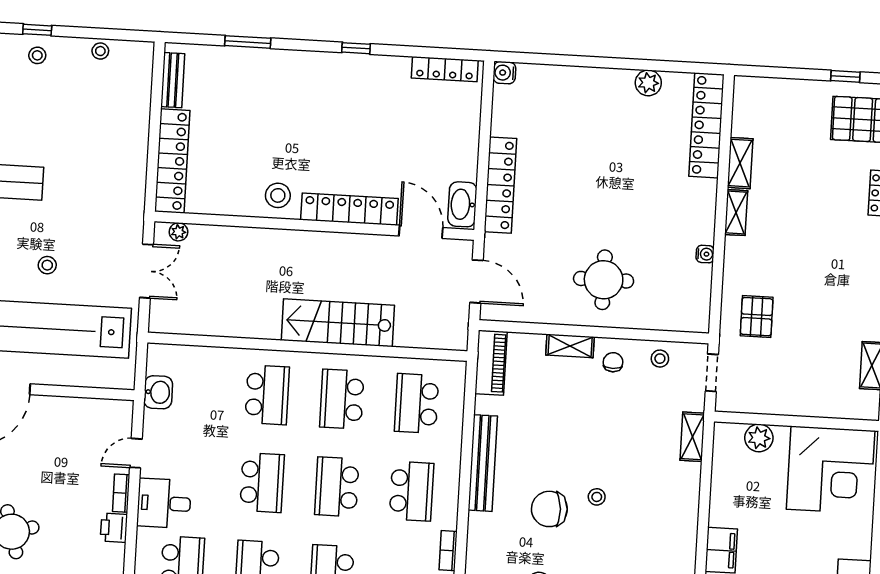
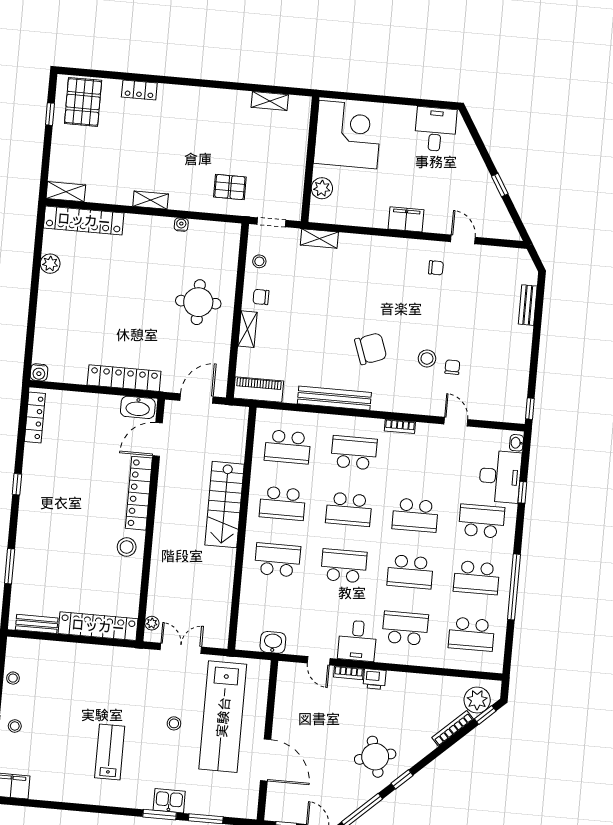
shelving: (740, 163) -> (66, 192), moved
stool: (597, 497) -> (363, 313), removed
chair: (549, 509) -> (371, 349), turned -107

